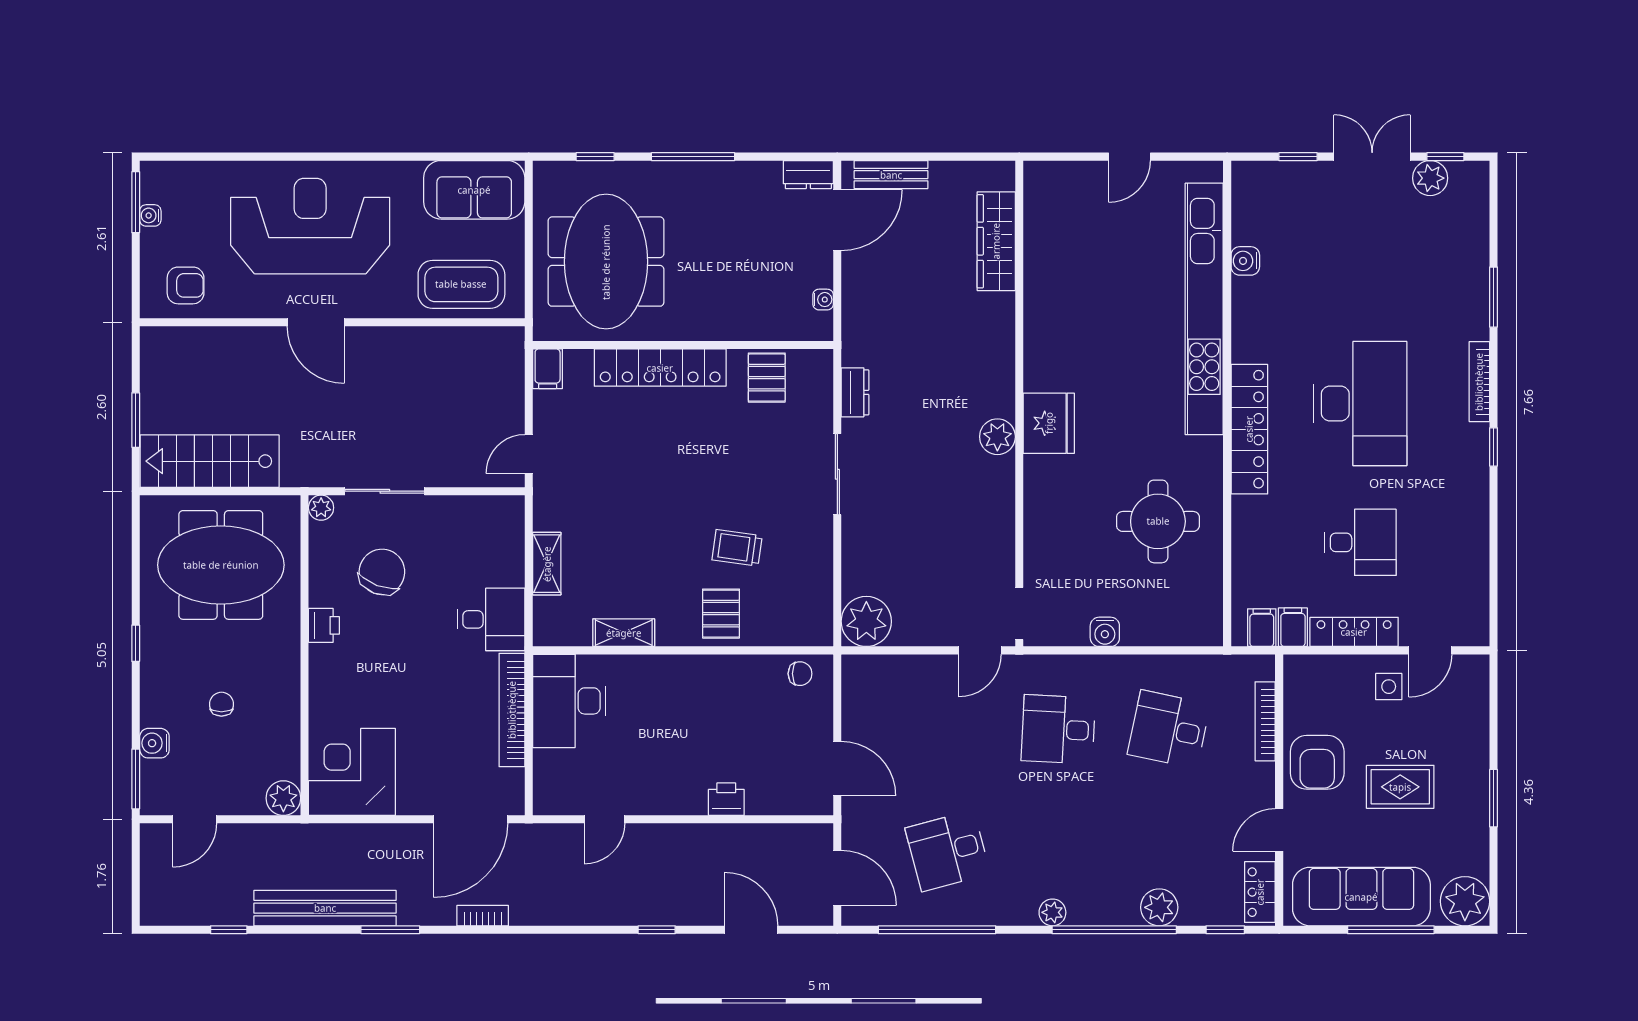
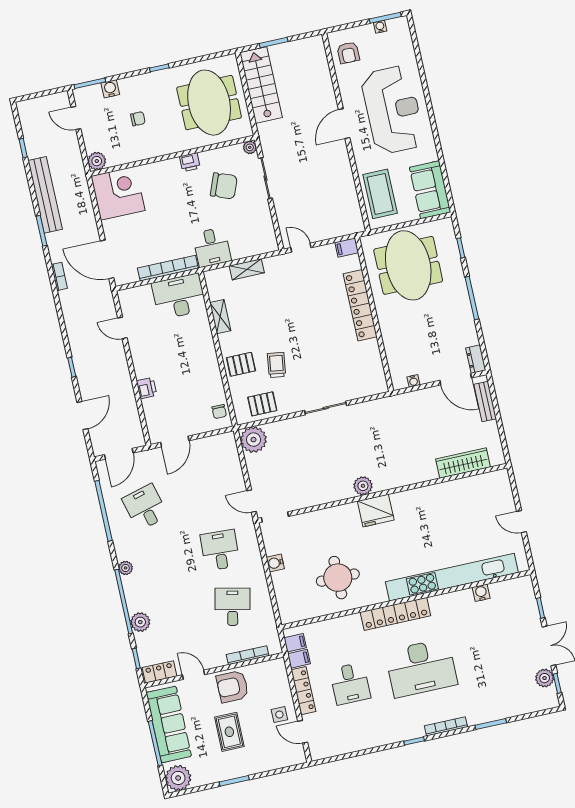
meeting table: (606, 262) -> (408, 265), turned 90
pallet: (767, 378) -> (262, 404), moved
dresser: (855, 392) -> (370, 408), removed

